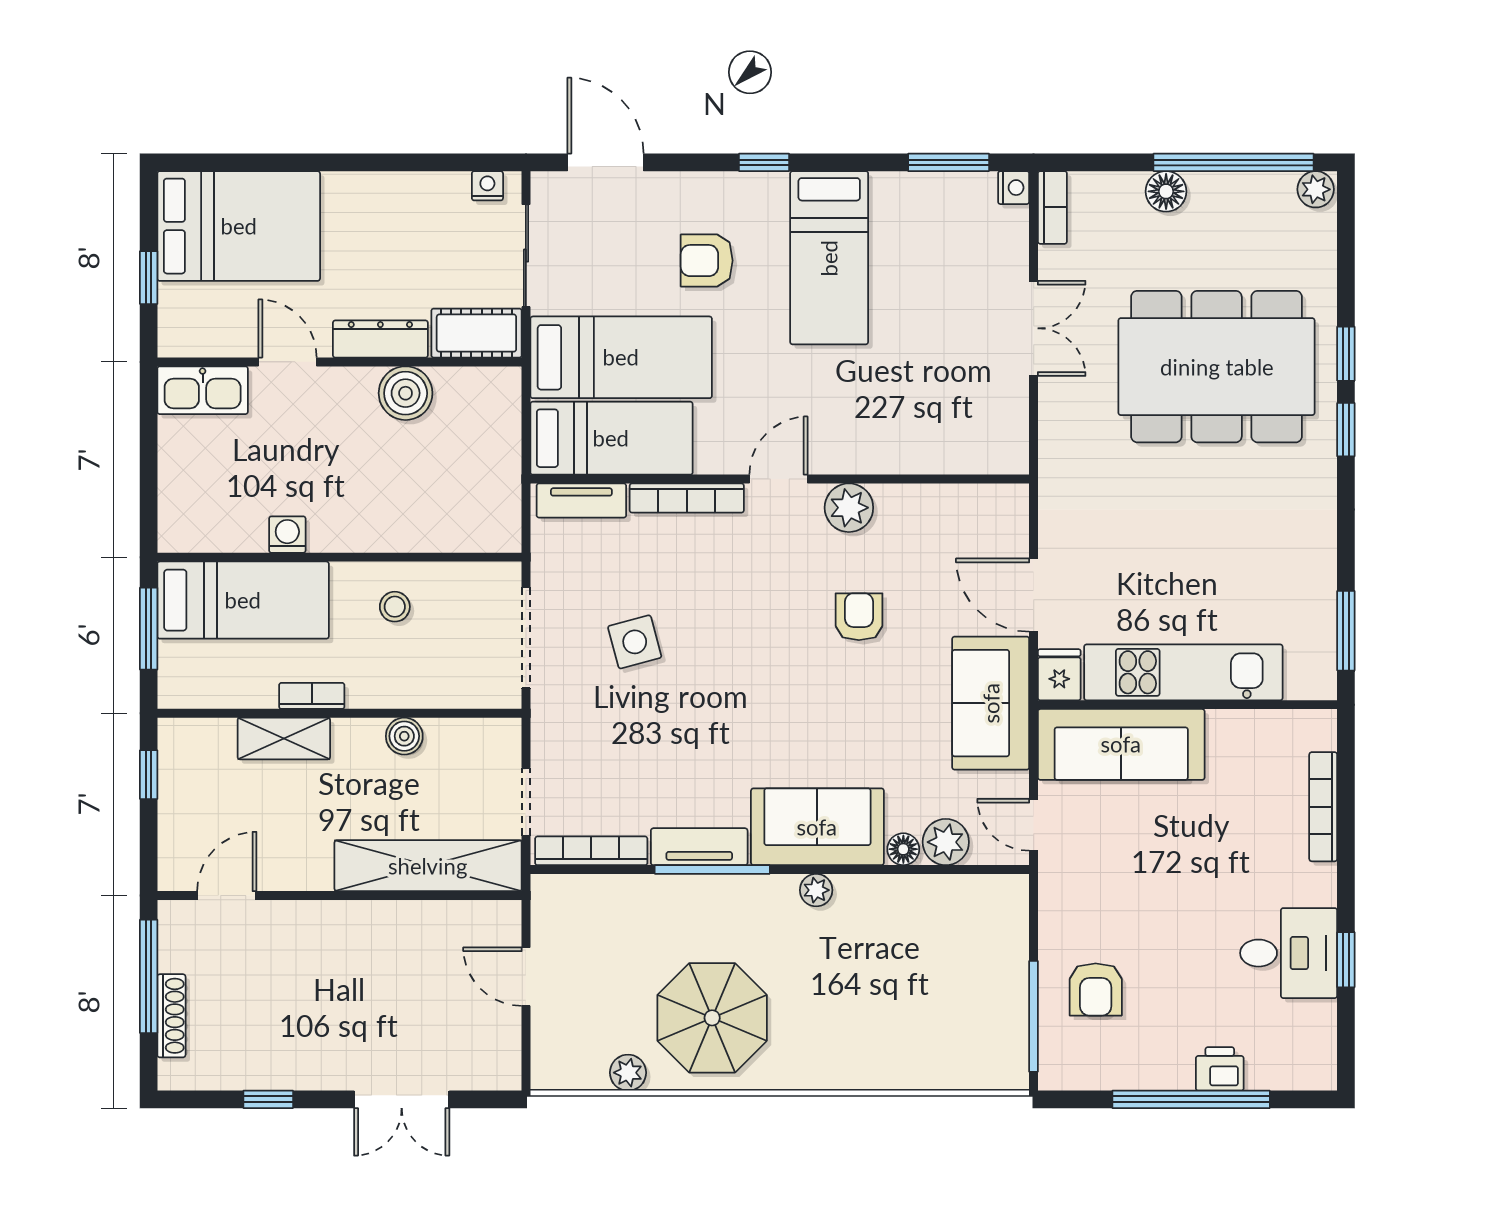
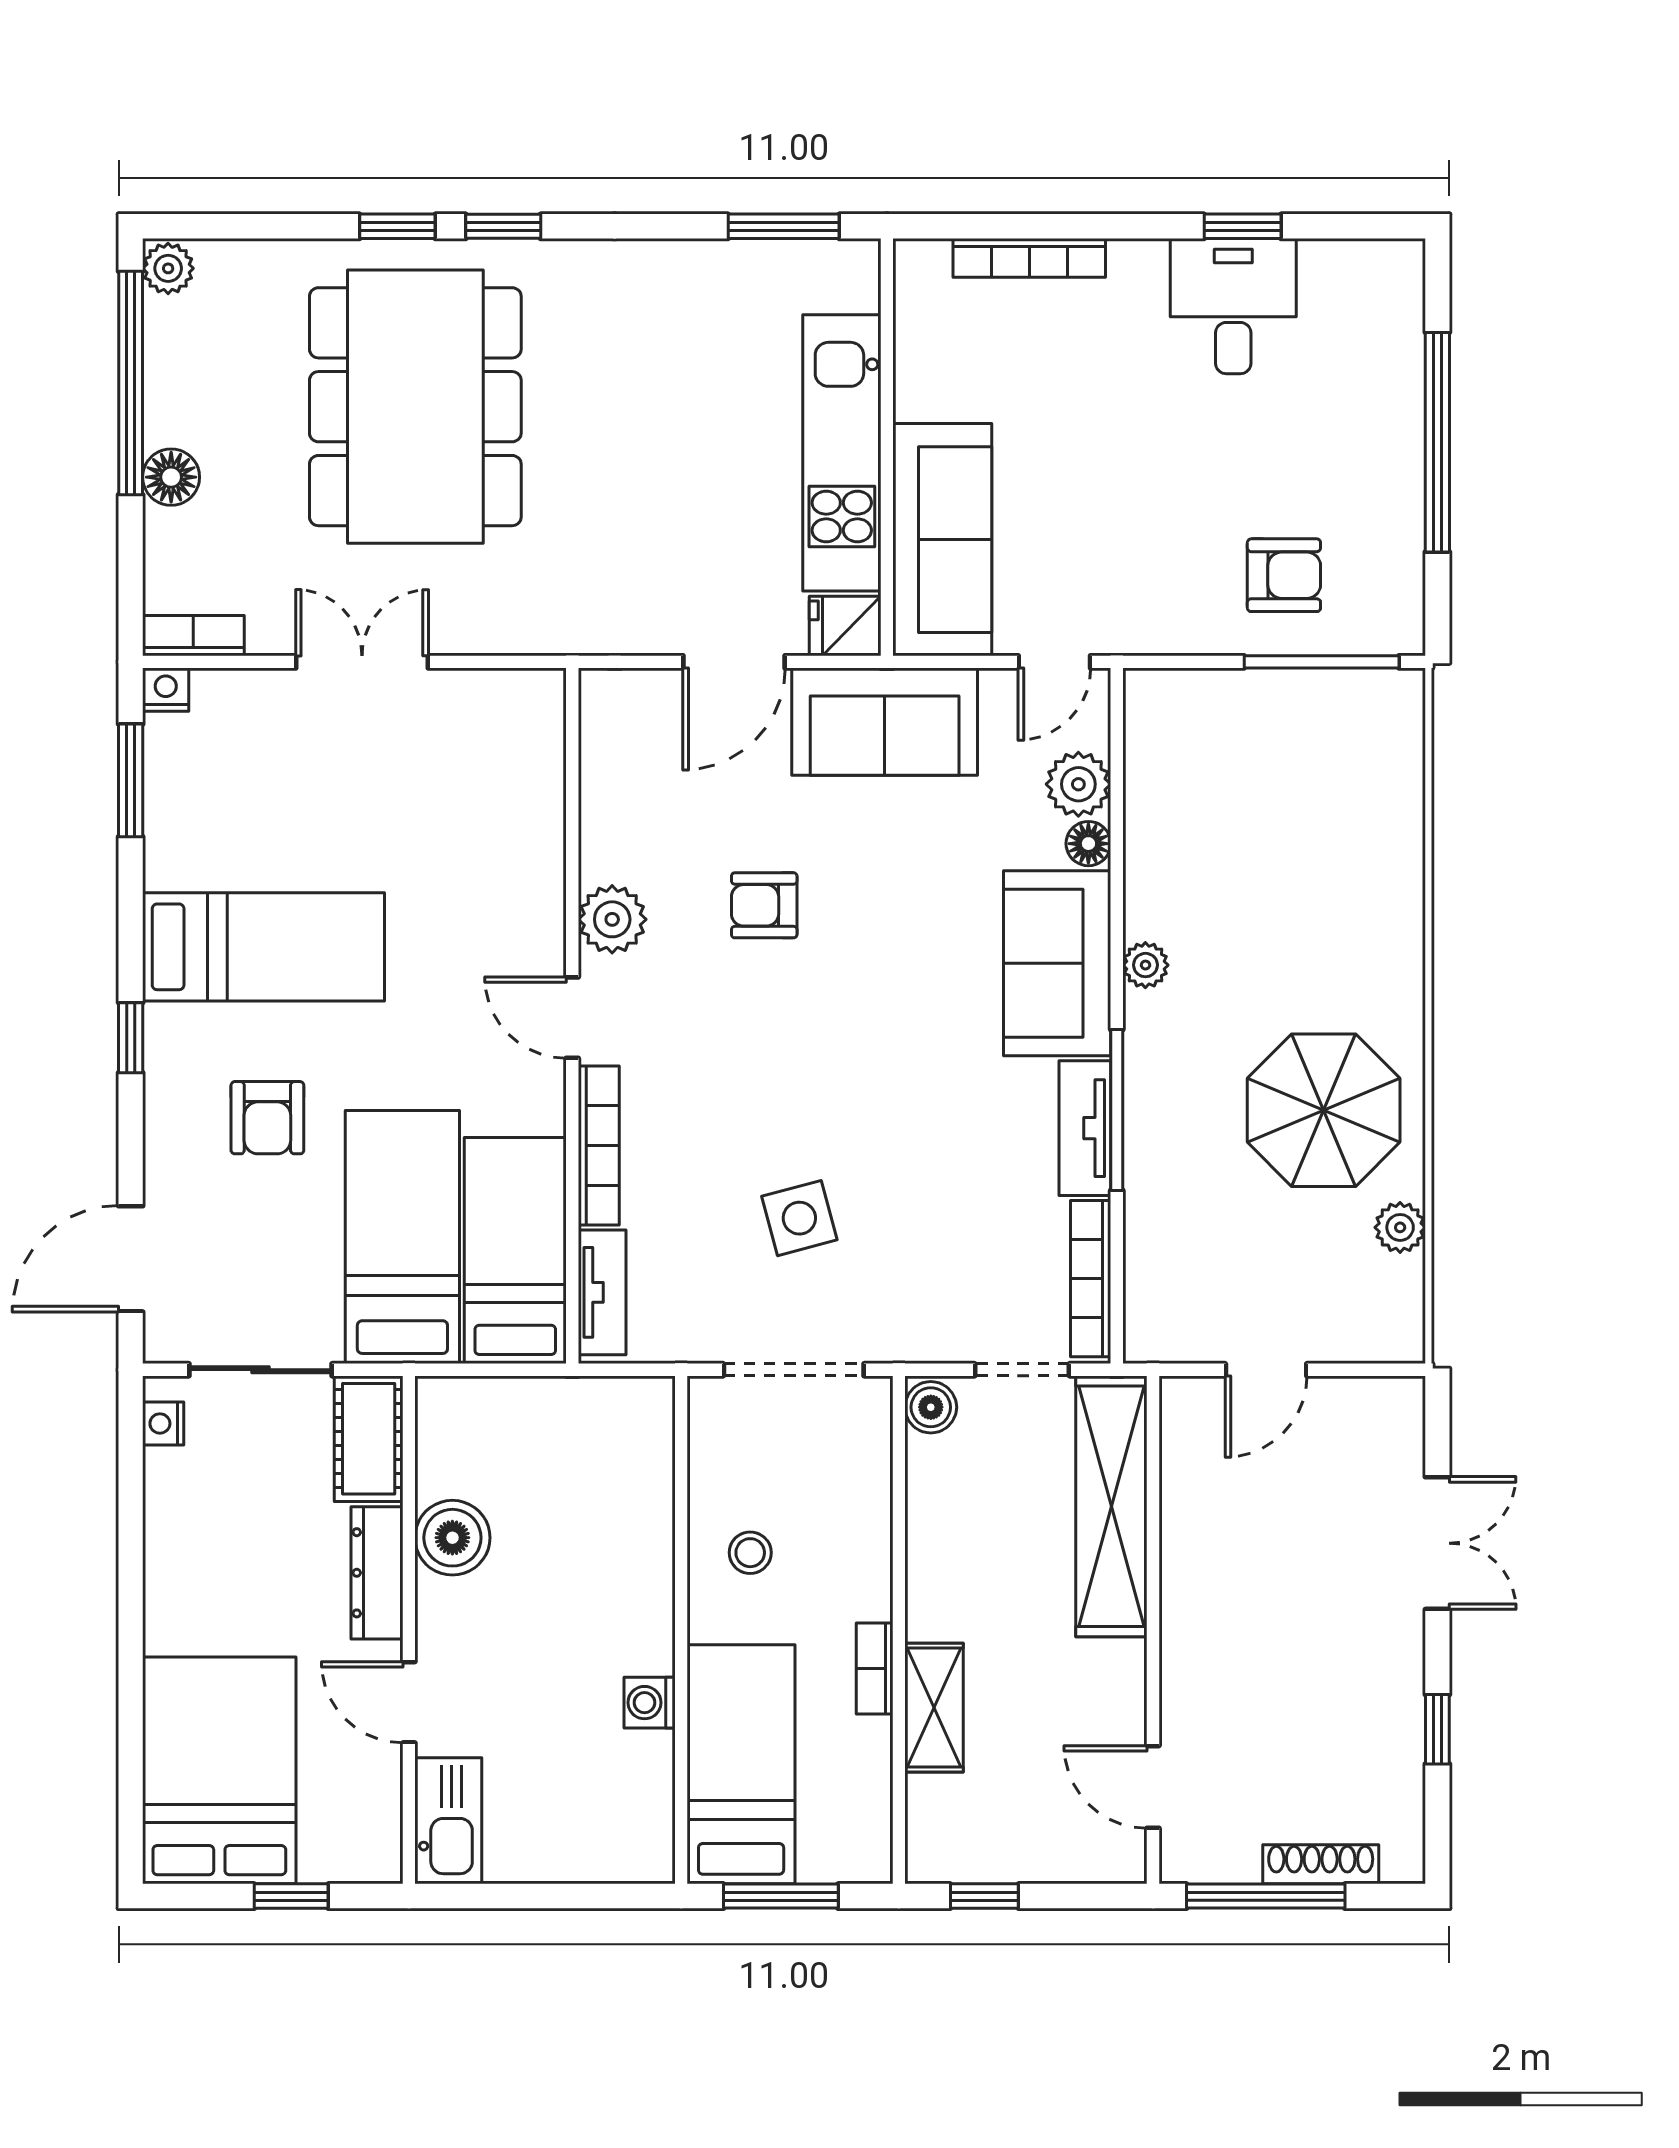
door: (288, 362) -> (409, 1702), hinge flipped
boiler: (404, 736) -> (931, 1407), moved
printer: (1220, 1069) -> (1395, 402), removed

